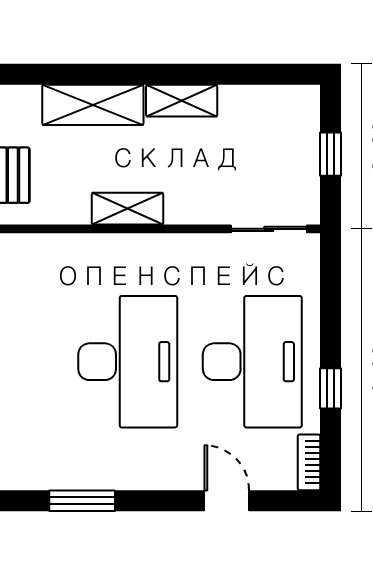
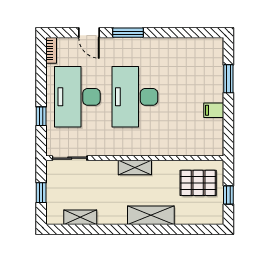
shelving: (182, 101) -> (80, 217), moved
window: (331, 388) -> (41, 116), moved
window: (82, 501) -> (128, 33), moved

